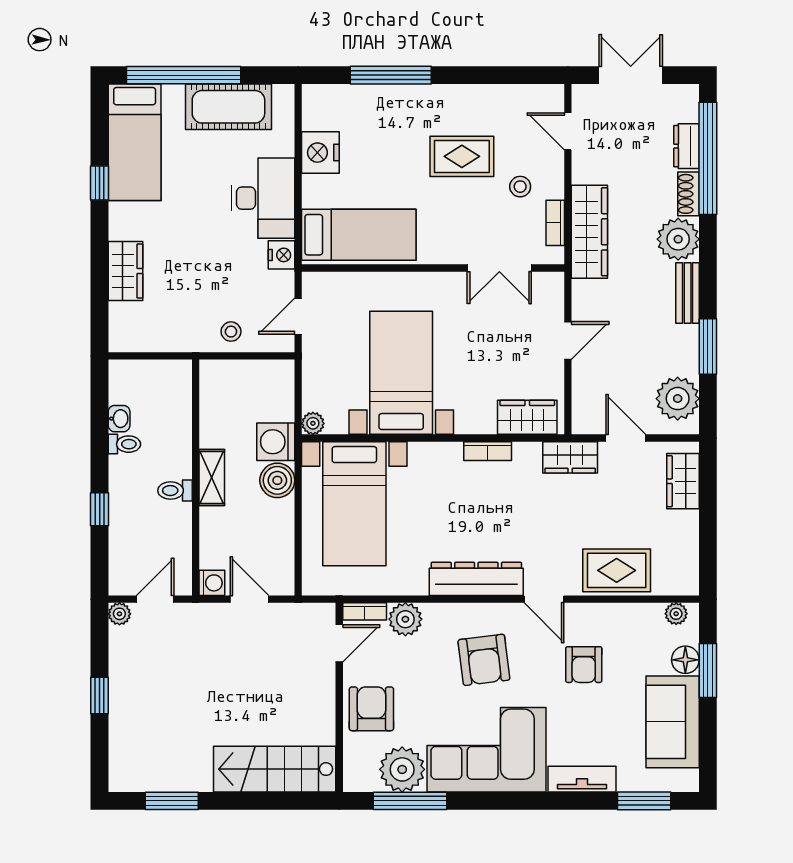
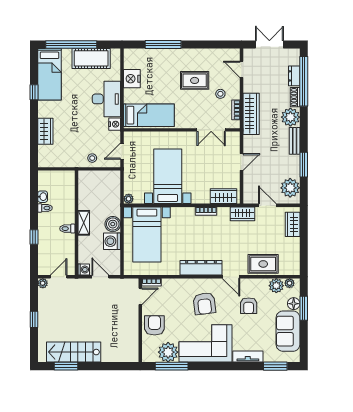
washing machine: (276, 442) -> (112, 241), moved
plant: (405, 619) -> (276, 286), moved
stairs: (275, 769) -> (74, 352), moved

